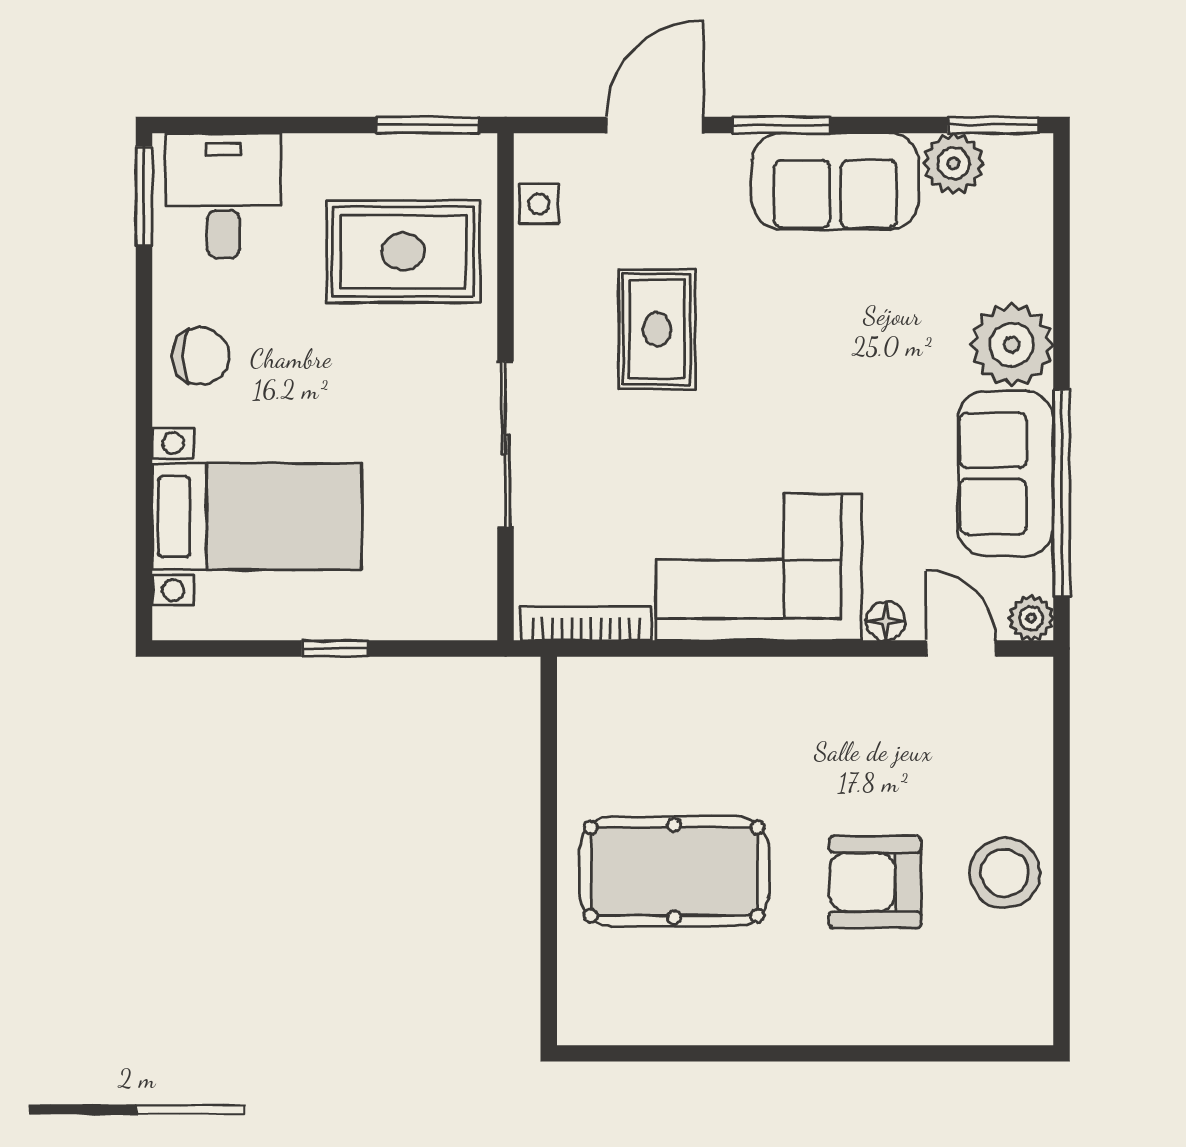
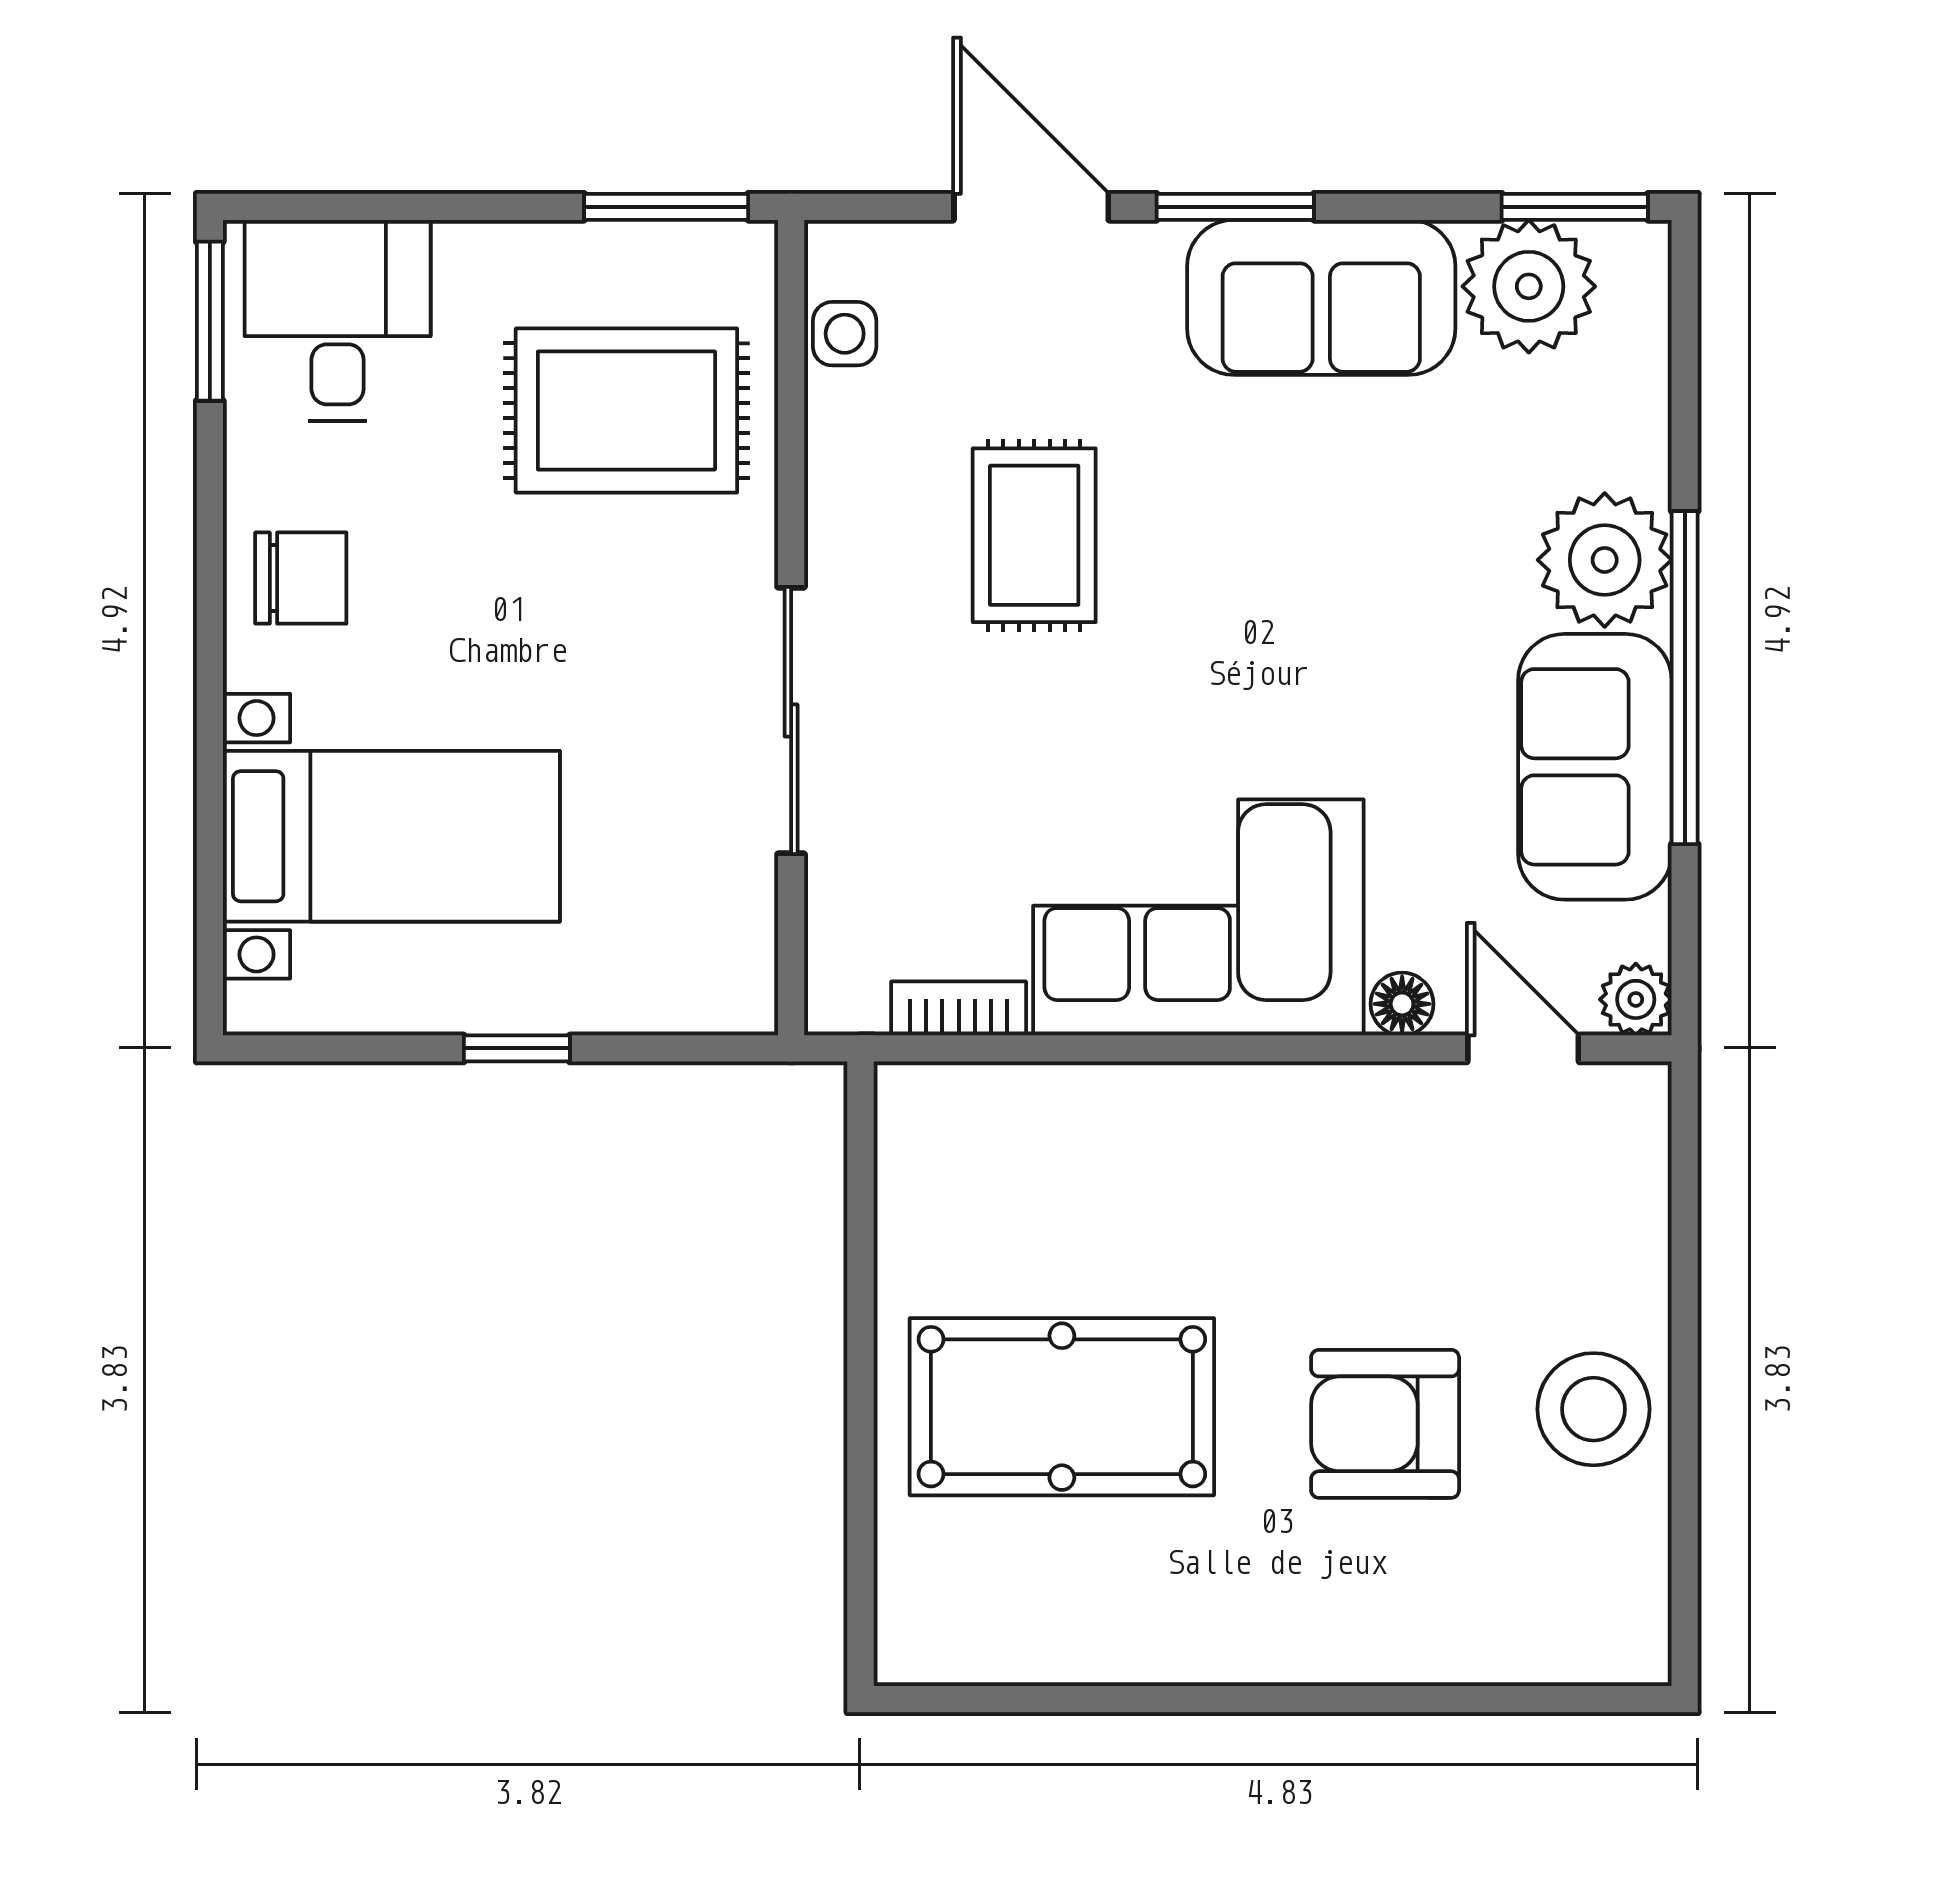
door: (655, 125) -> (1031, 207), hinge flipped
plant: (953, 163) -> (1529, 286), width x1.36, depth x1.36
window: (1062, 493) -> (1685, 678), moved
bookcase: (586, 624) -> (959, 1008), width x0.64

